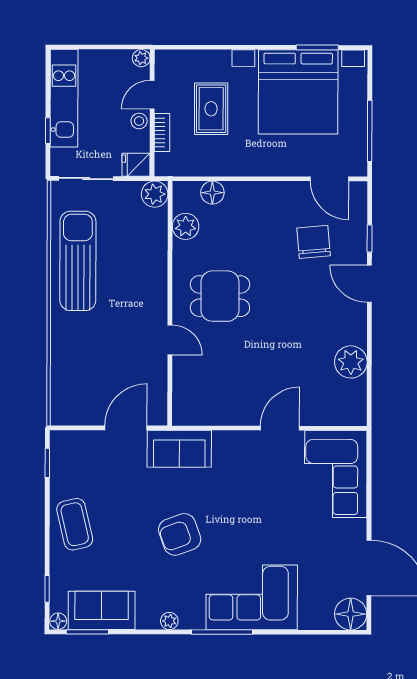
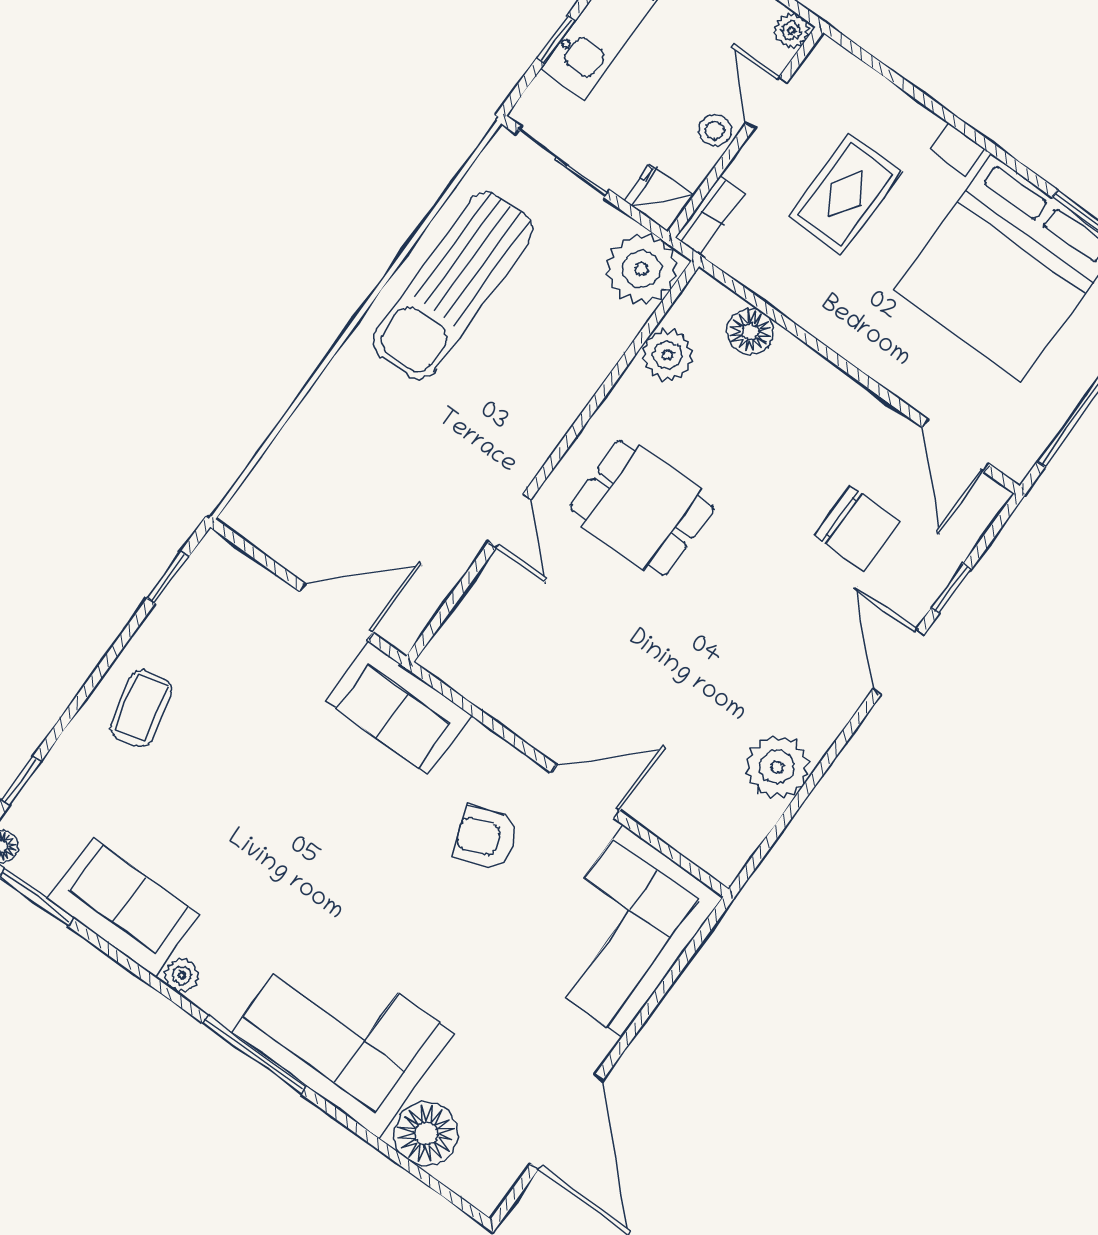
door: (152, 95) -> (767, 103), hinge flipped
bookcase: (162, 132) -> (710, 215), moved
plant: (155, 194) -> (642, 269), width x1.36, depth x1.36
chair: (314, 242) -> (857, 529), turned 95
sun lounger: (78, 261) -> (453, 285), turned 180
coffee table: (75, 524) -> (141, 708), width x0.73, depth x0.77
armchair: (180, 534) -> (486, 839), moved, width x0.72, depth x0.72
sofa: (102, 610) -> (123, 907), moved
floor lamp: (351, 614) -> (426, 1133), moved

